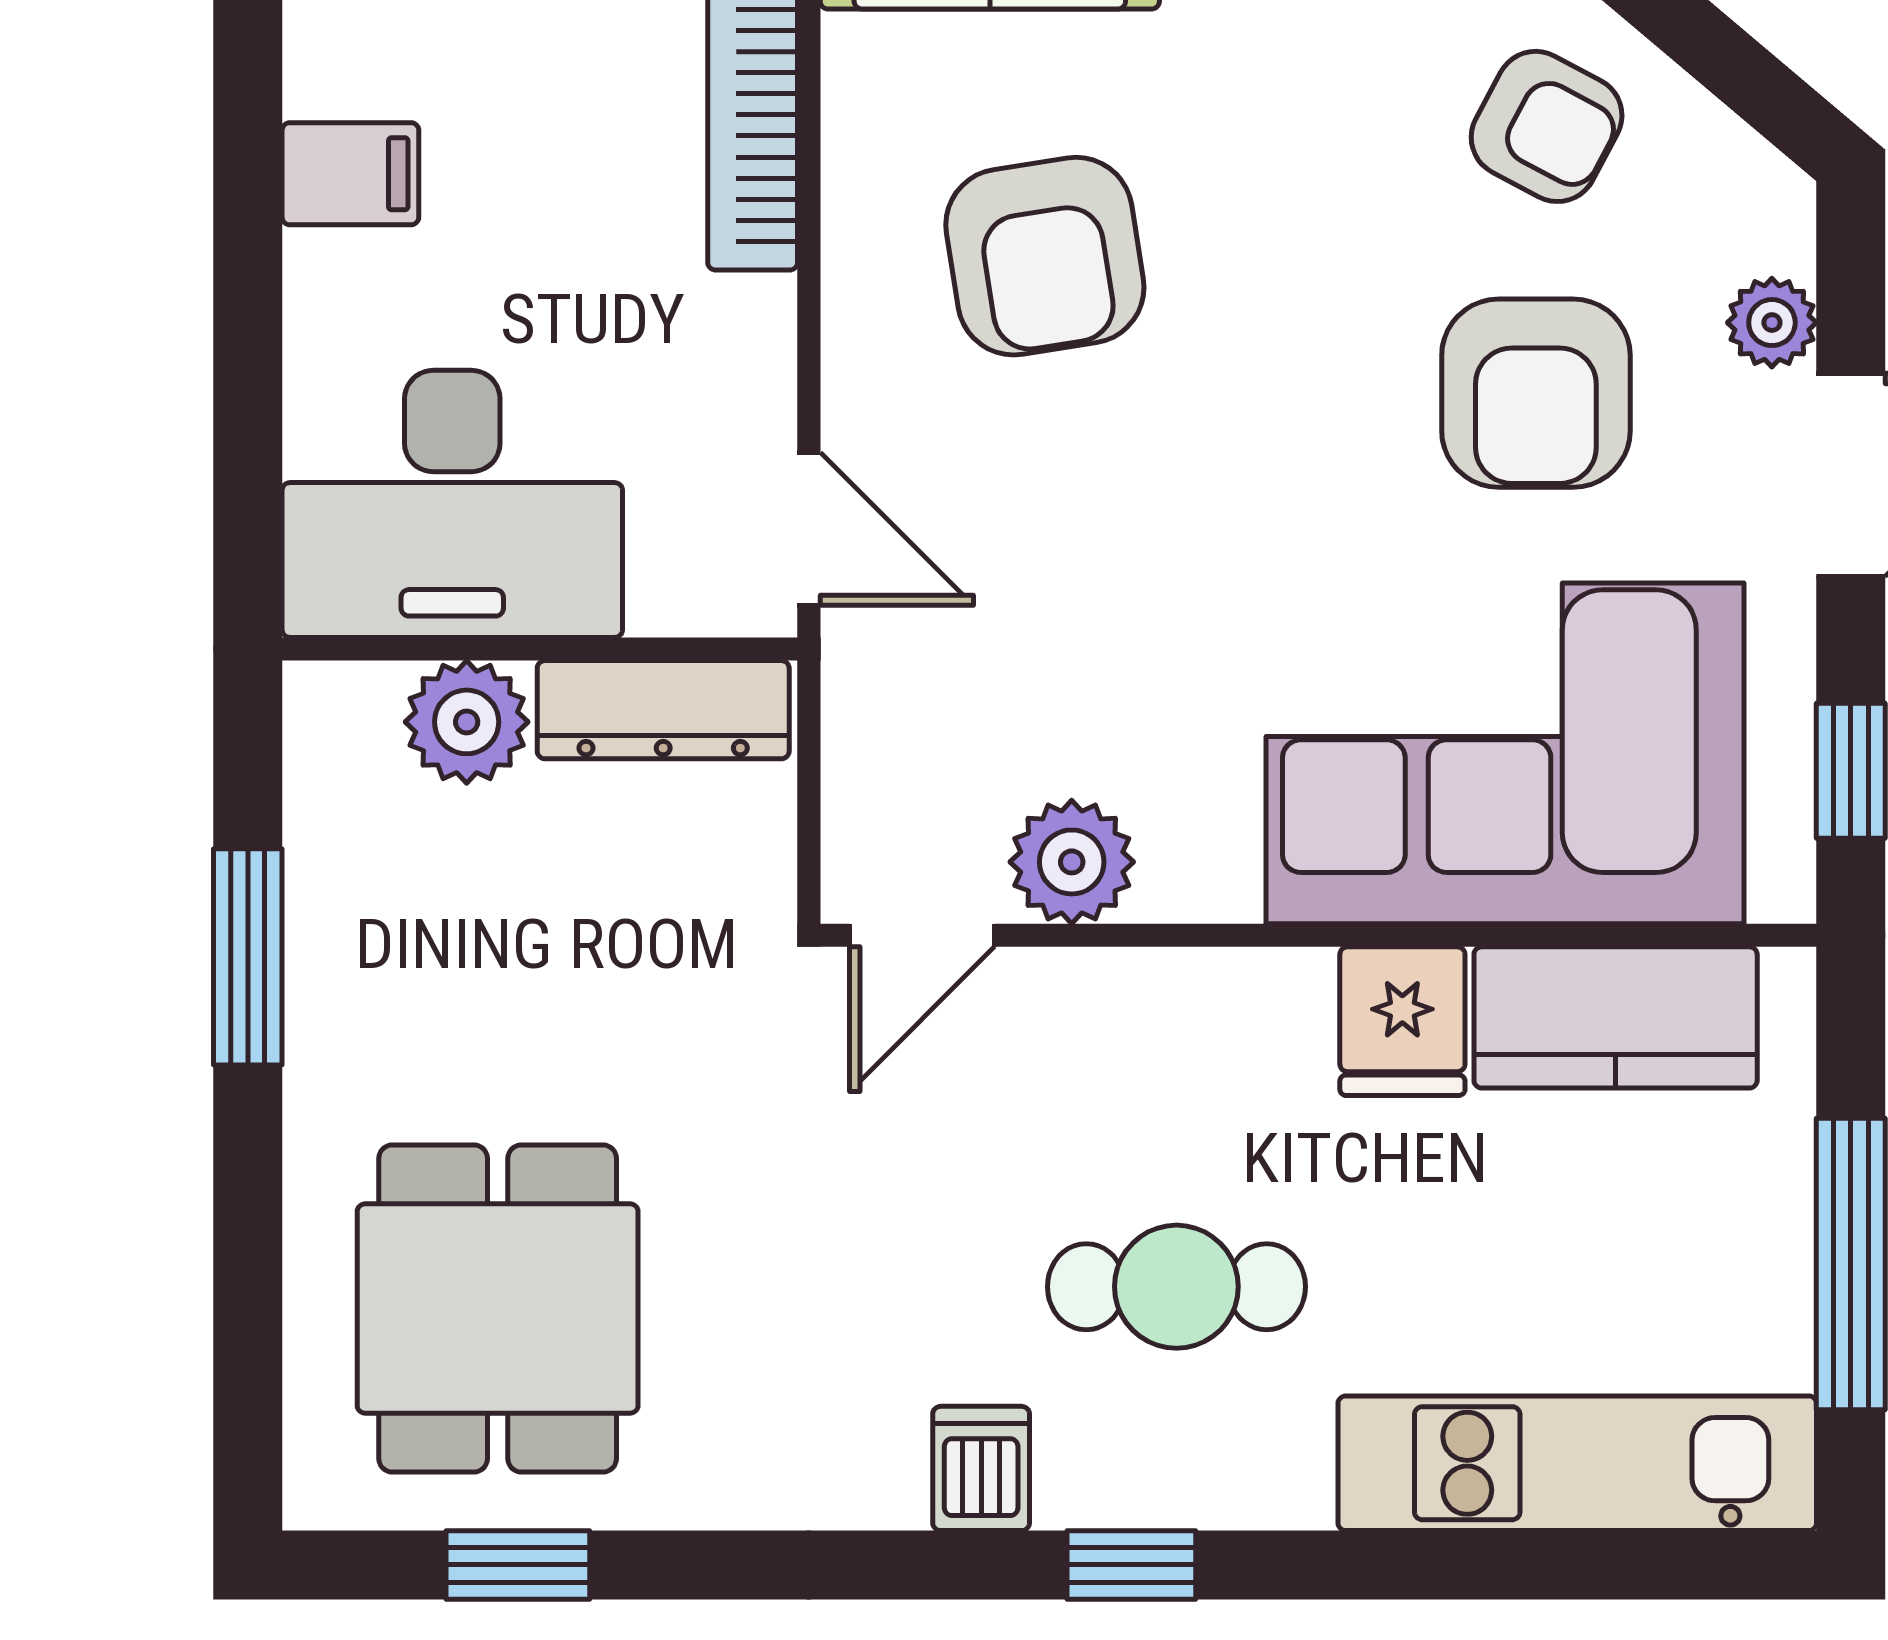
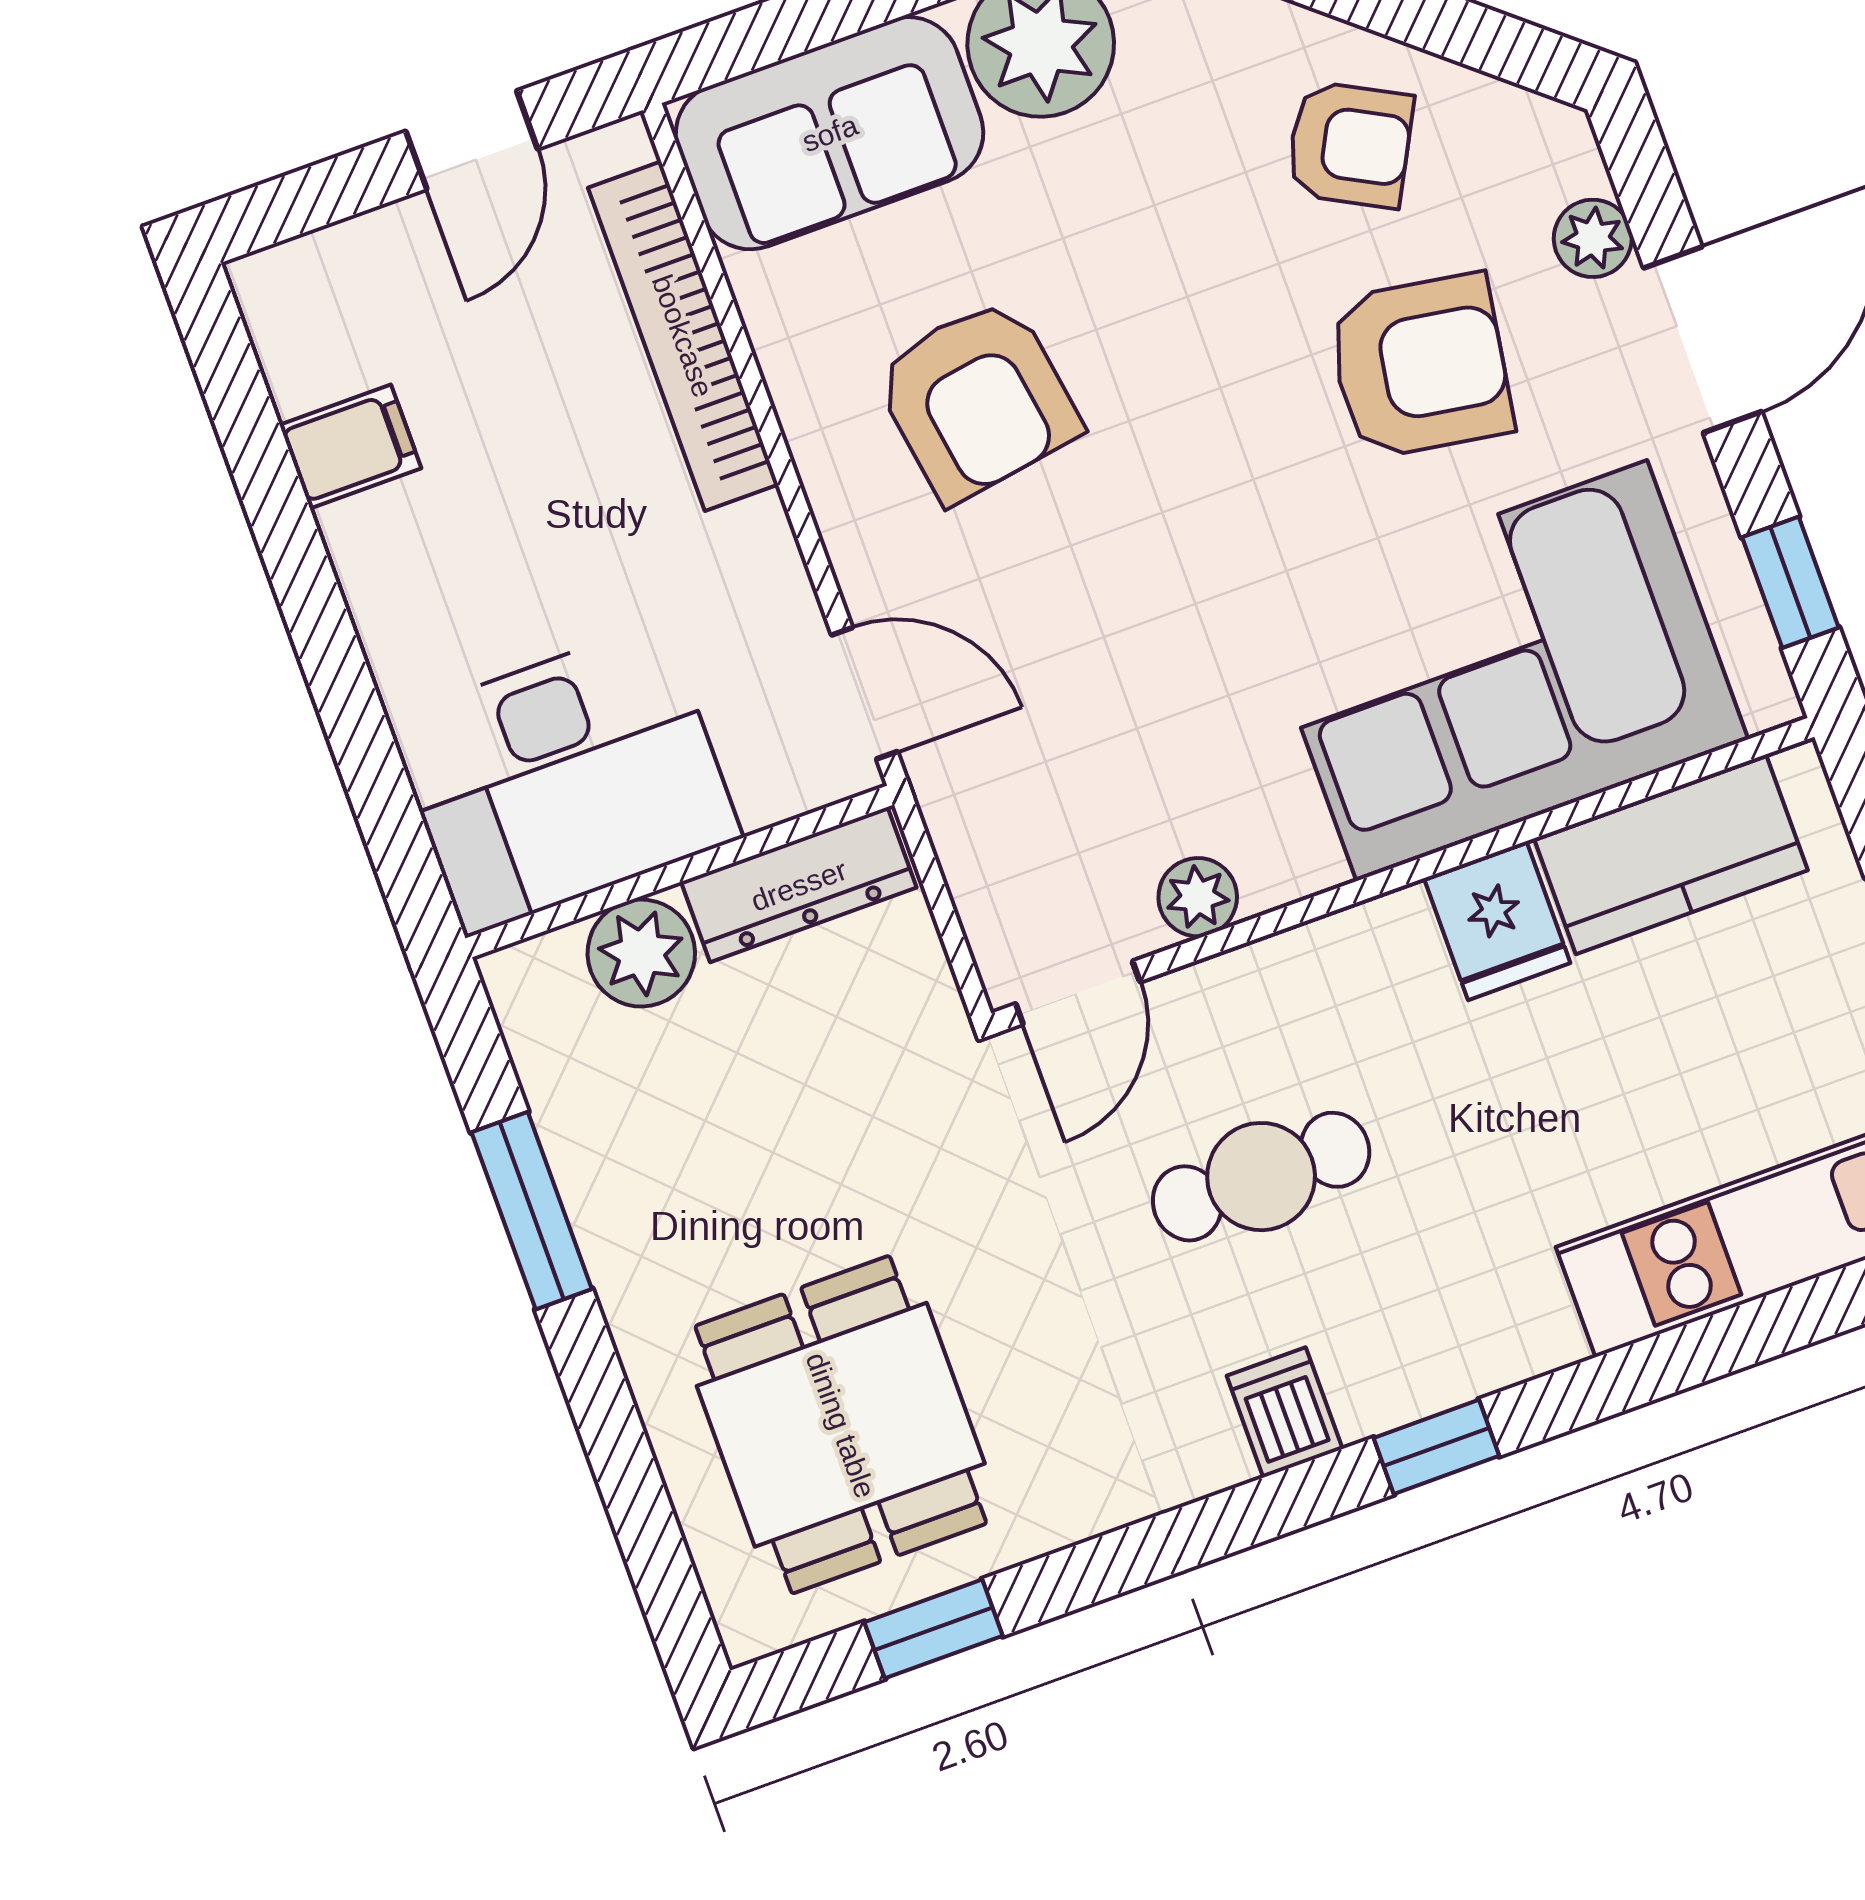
filing cabinet: (350, 174) -> (350, 447), moved
armchair: (1536, 393) -> (1420, 366), turned -81
plant: (1072, 862) -> (1198, 897), width x0.73, depth x0.73
cafe table: (1176, 1287) -> (1261, 1177), moved

